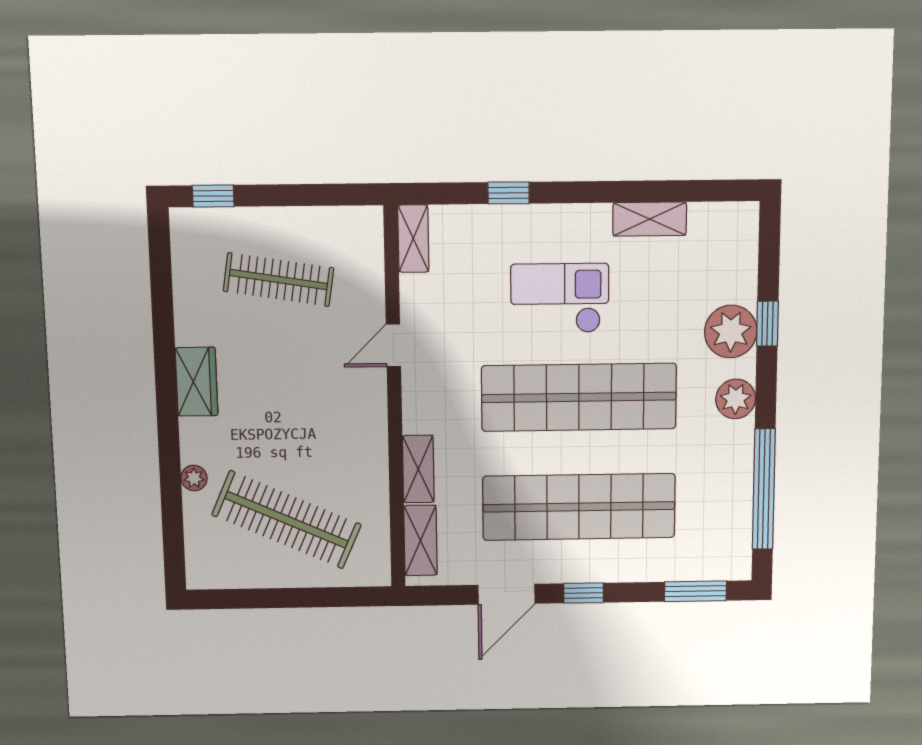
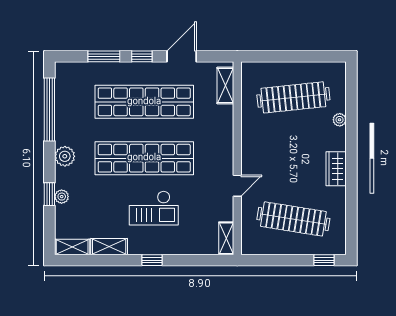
window: (509, 193) -> (152, 260), moved
clothes rail: (279, 280) -> (293, 219), width x1.37, depth x1.31
plant: (731, 331) -> (62, 197), width x0.53, depth x0.53
shelving: (418, 469) -> (72, 247), moved, turned 90
clothes rail: (287, 520) -> (293, 97), turned -30
window: (695, 591) -> (104, 56), moved

